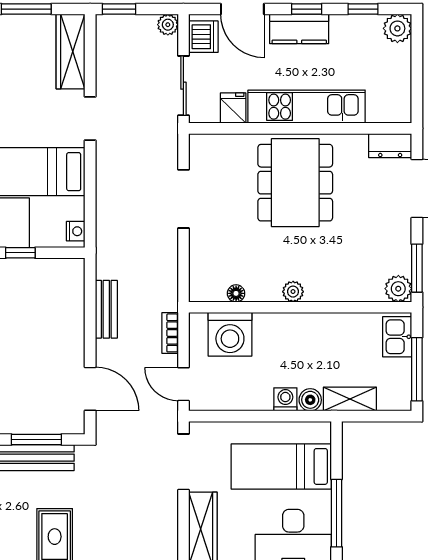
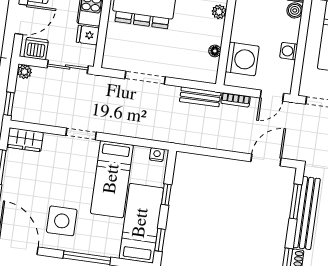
wardrobe: (71, 52) -> (25, 140), width x0.67
bench: (106, 309) -> (200, 97), moved
washing machine: (285, 399) -> (289, 51), moved

